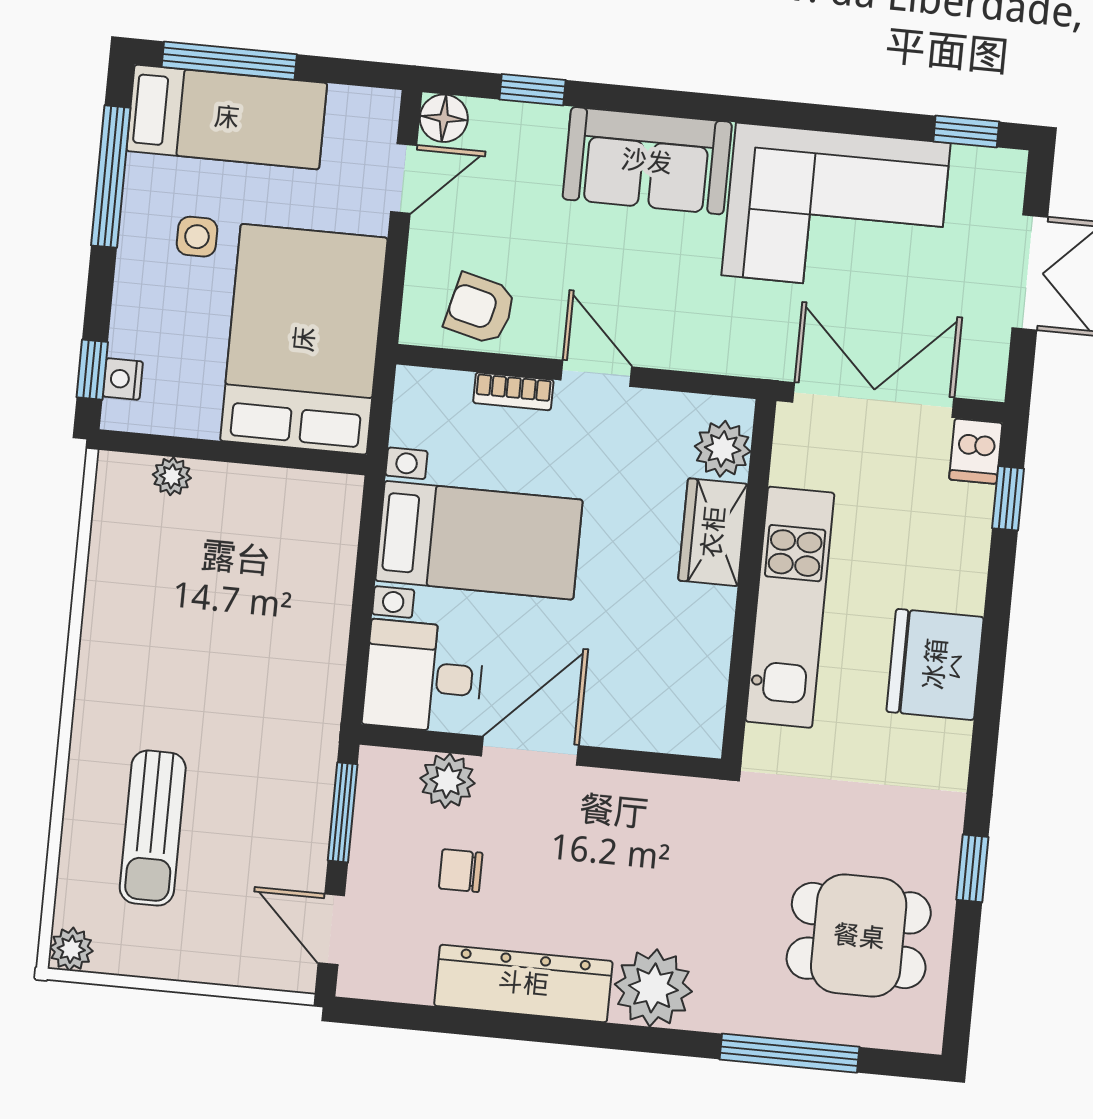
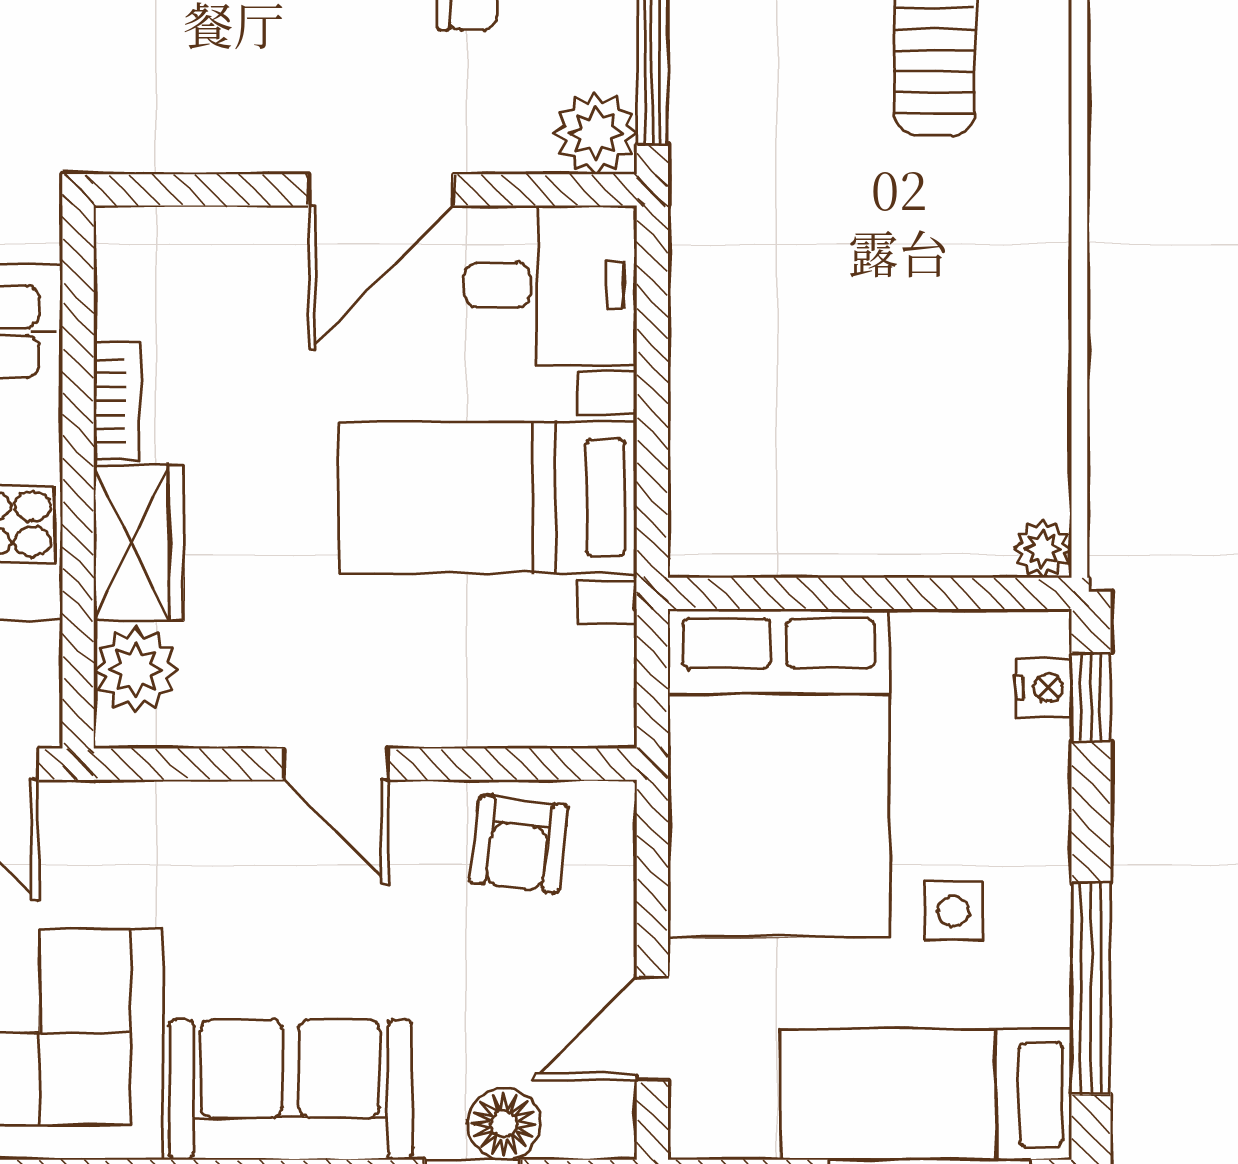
floor lamp: (444, 118) -> (504, 1124), moved
armchair: (480, 309) -> (519, 844), turned 83
bookcase: (513, 391) -> (117, 401), moved, turned 90
plant: (172, 476) -> (1043, 549), moved
plant: (448, 781) -> (596, 133), moved

